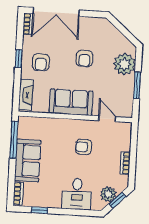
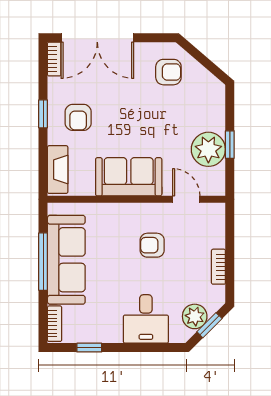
armchair: (84, 58) -> (168, 72), moved, turned -90
plant: (124, 64) -> (208, 149), moved
window: (137, 85) -> (230, 145), width x0.67
window: (14, 140) -> (43, 262), moved
sofa: (28, 161) -> (66, 260), width x1.36

